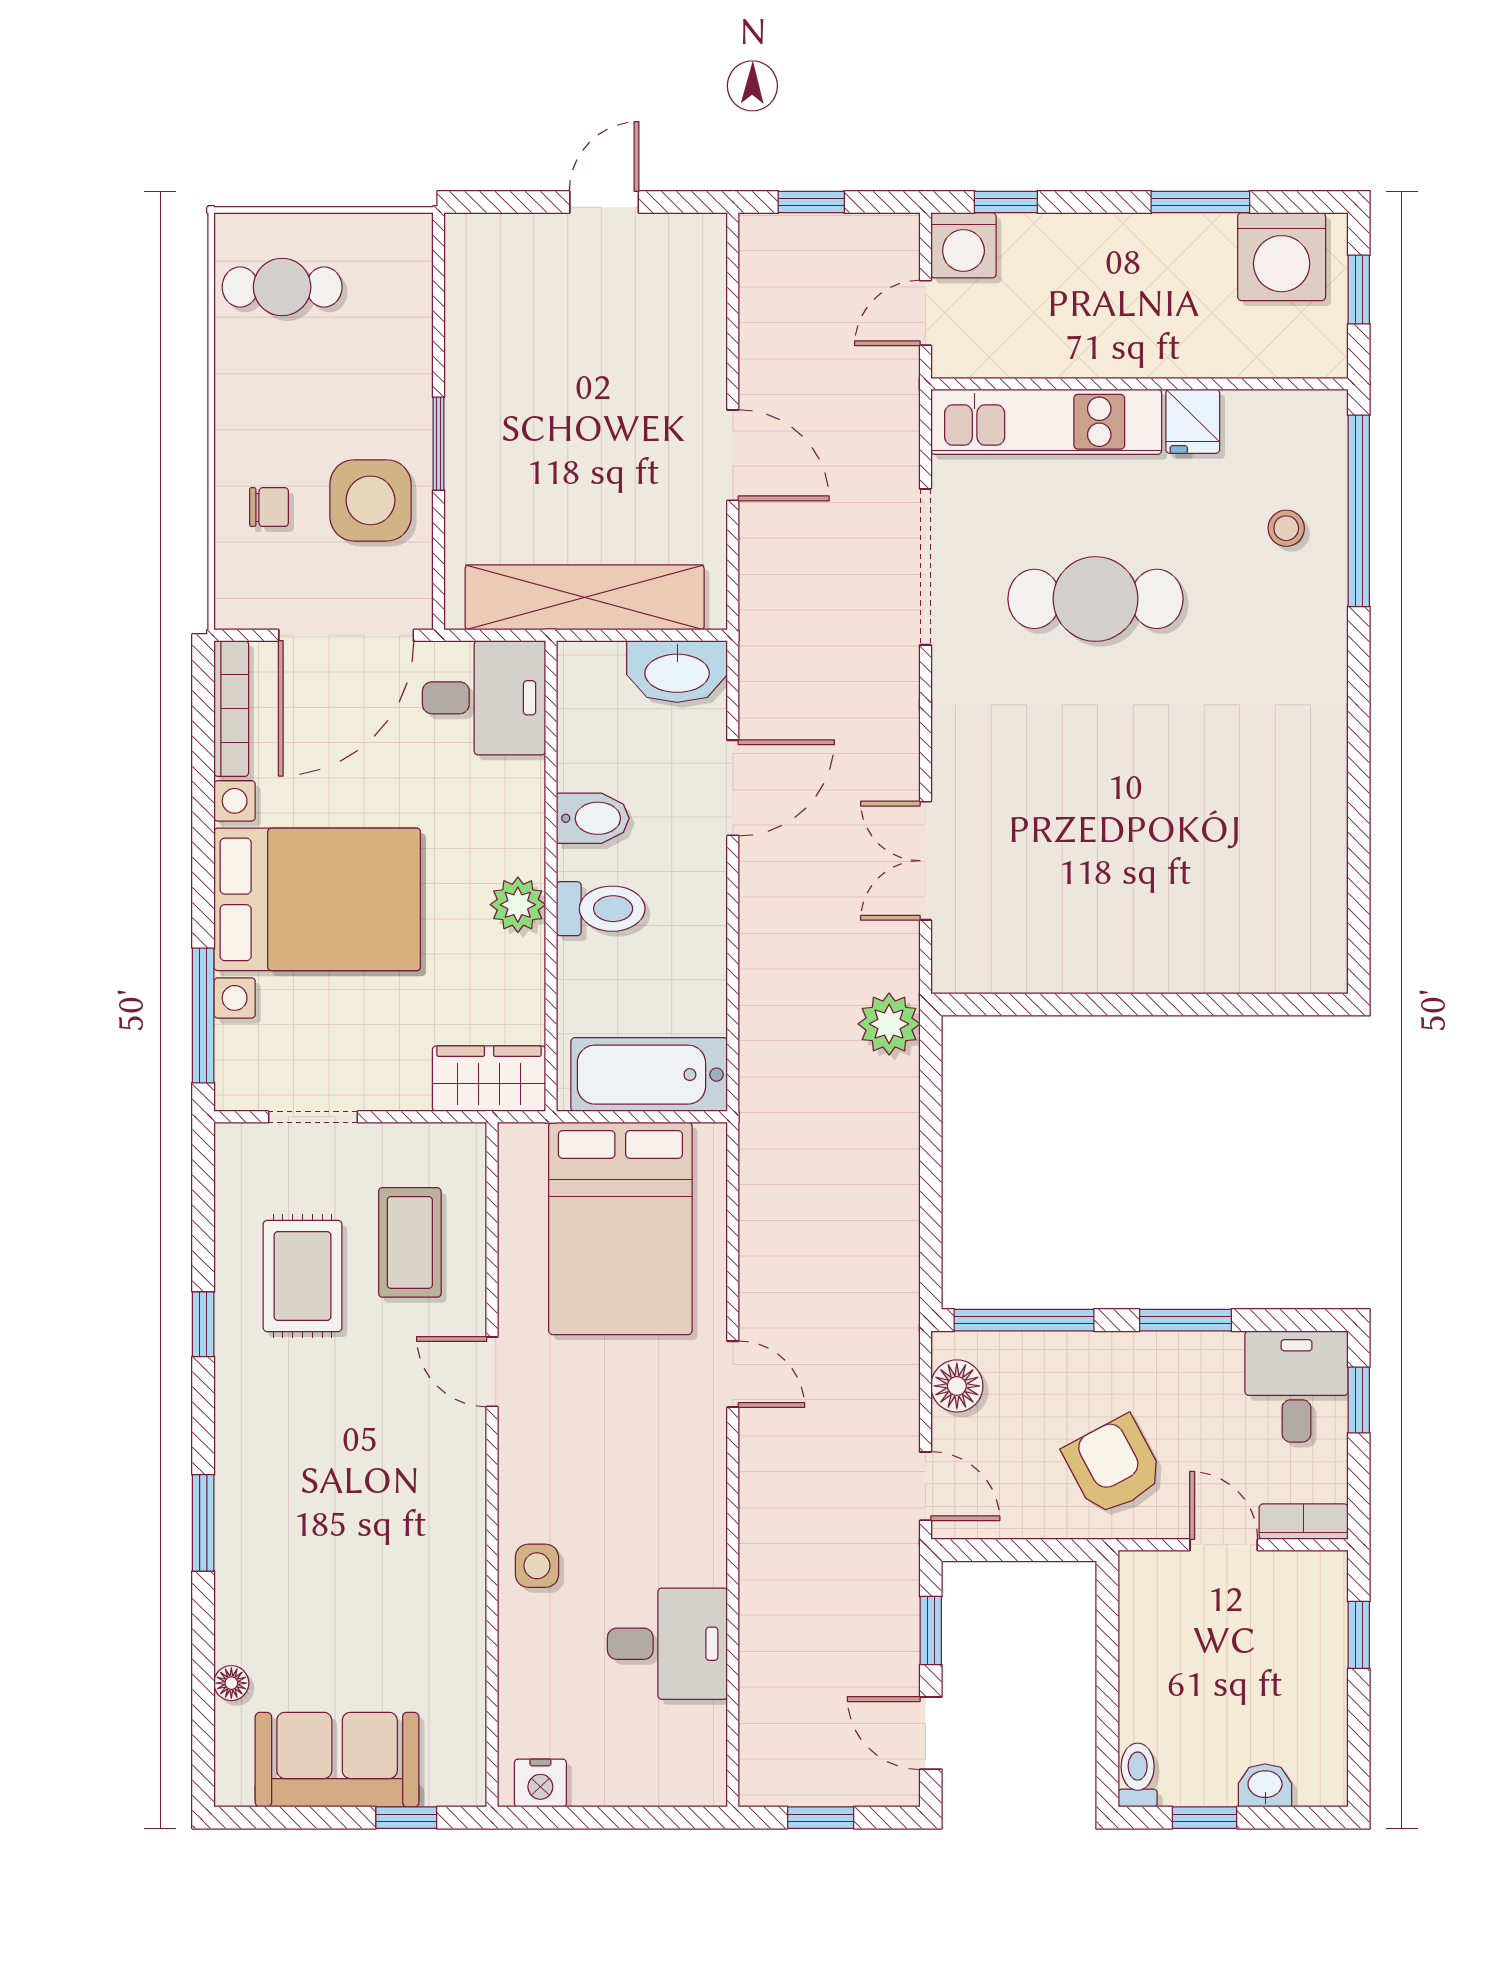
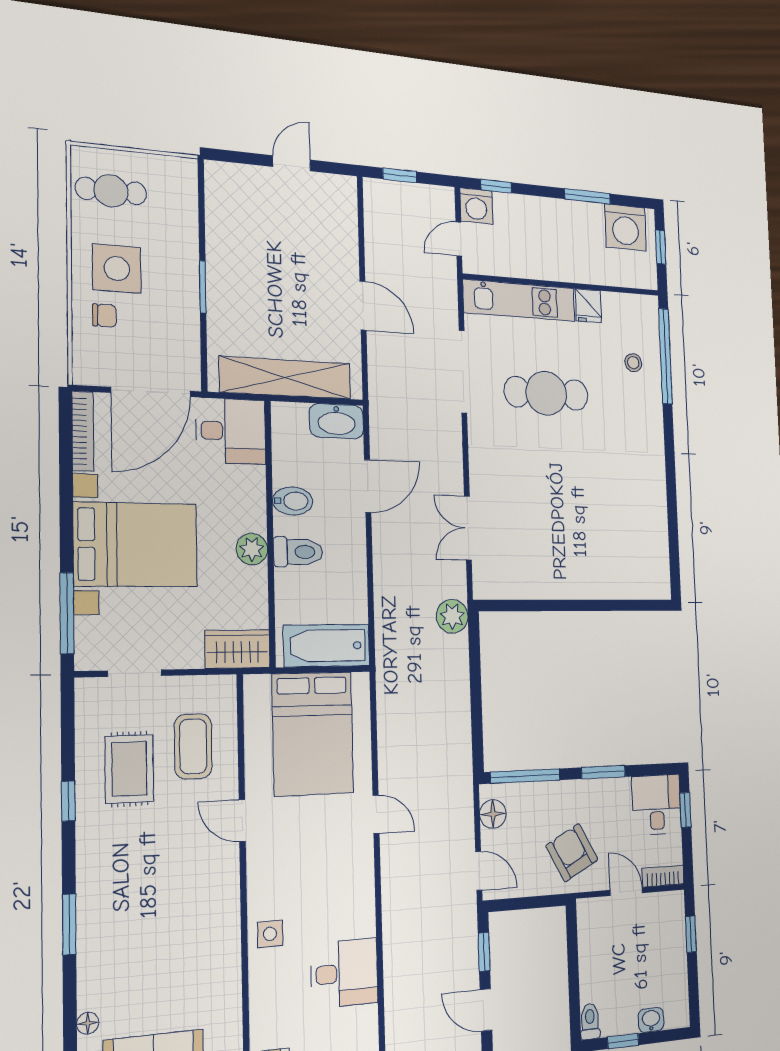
side table: (370, 500) -> (117, 269), moved

